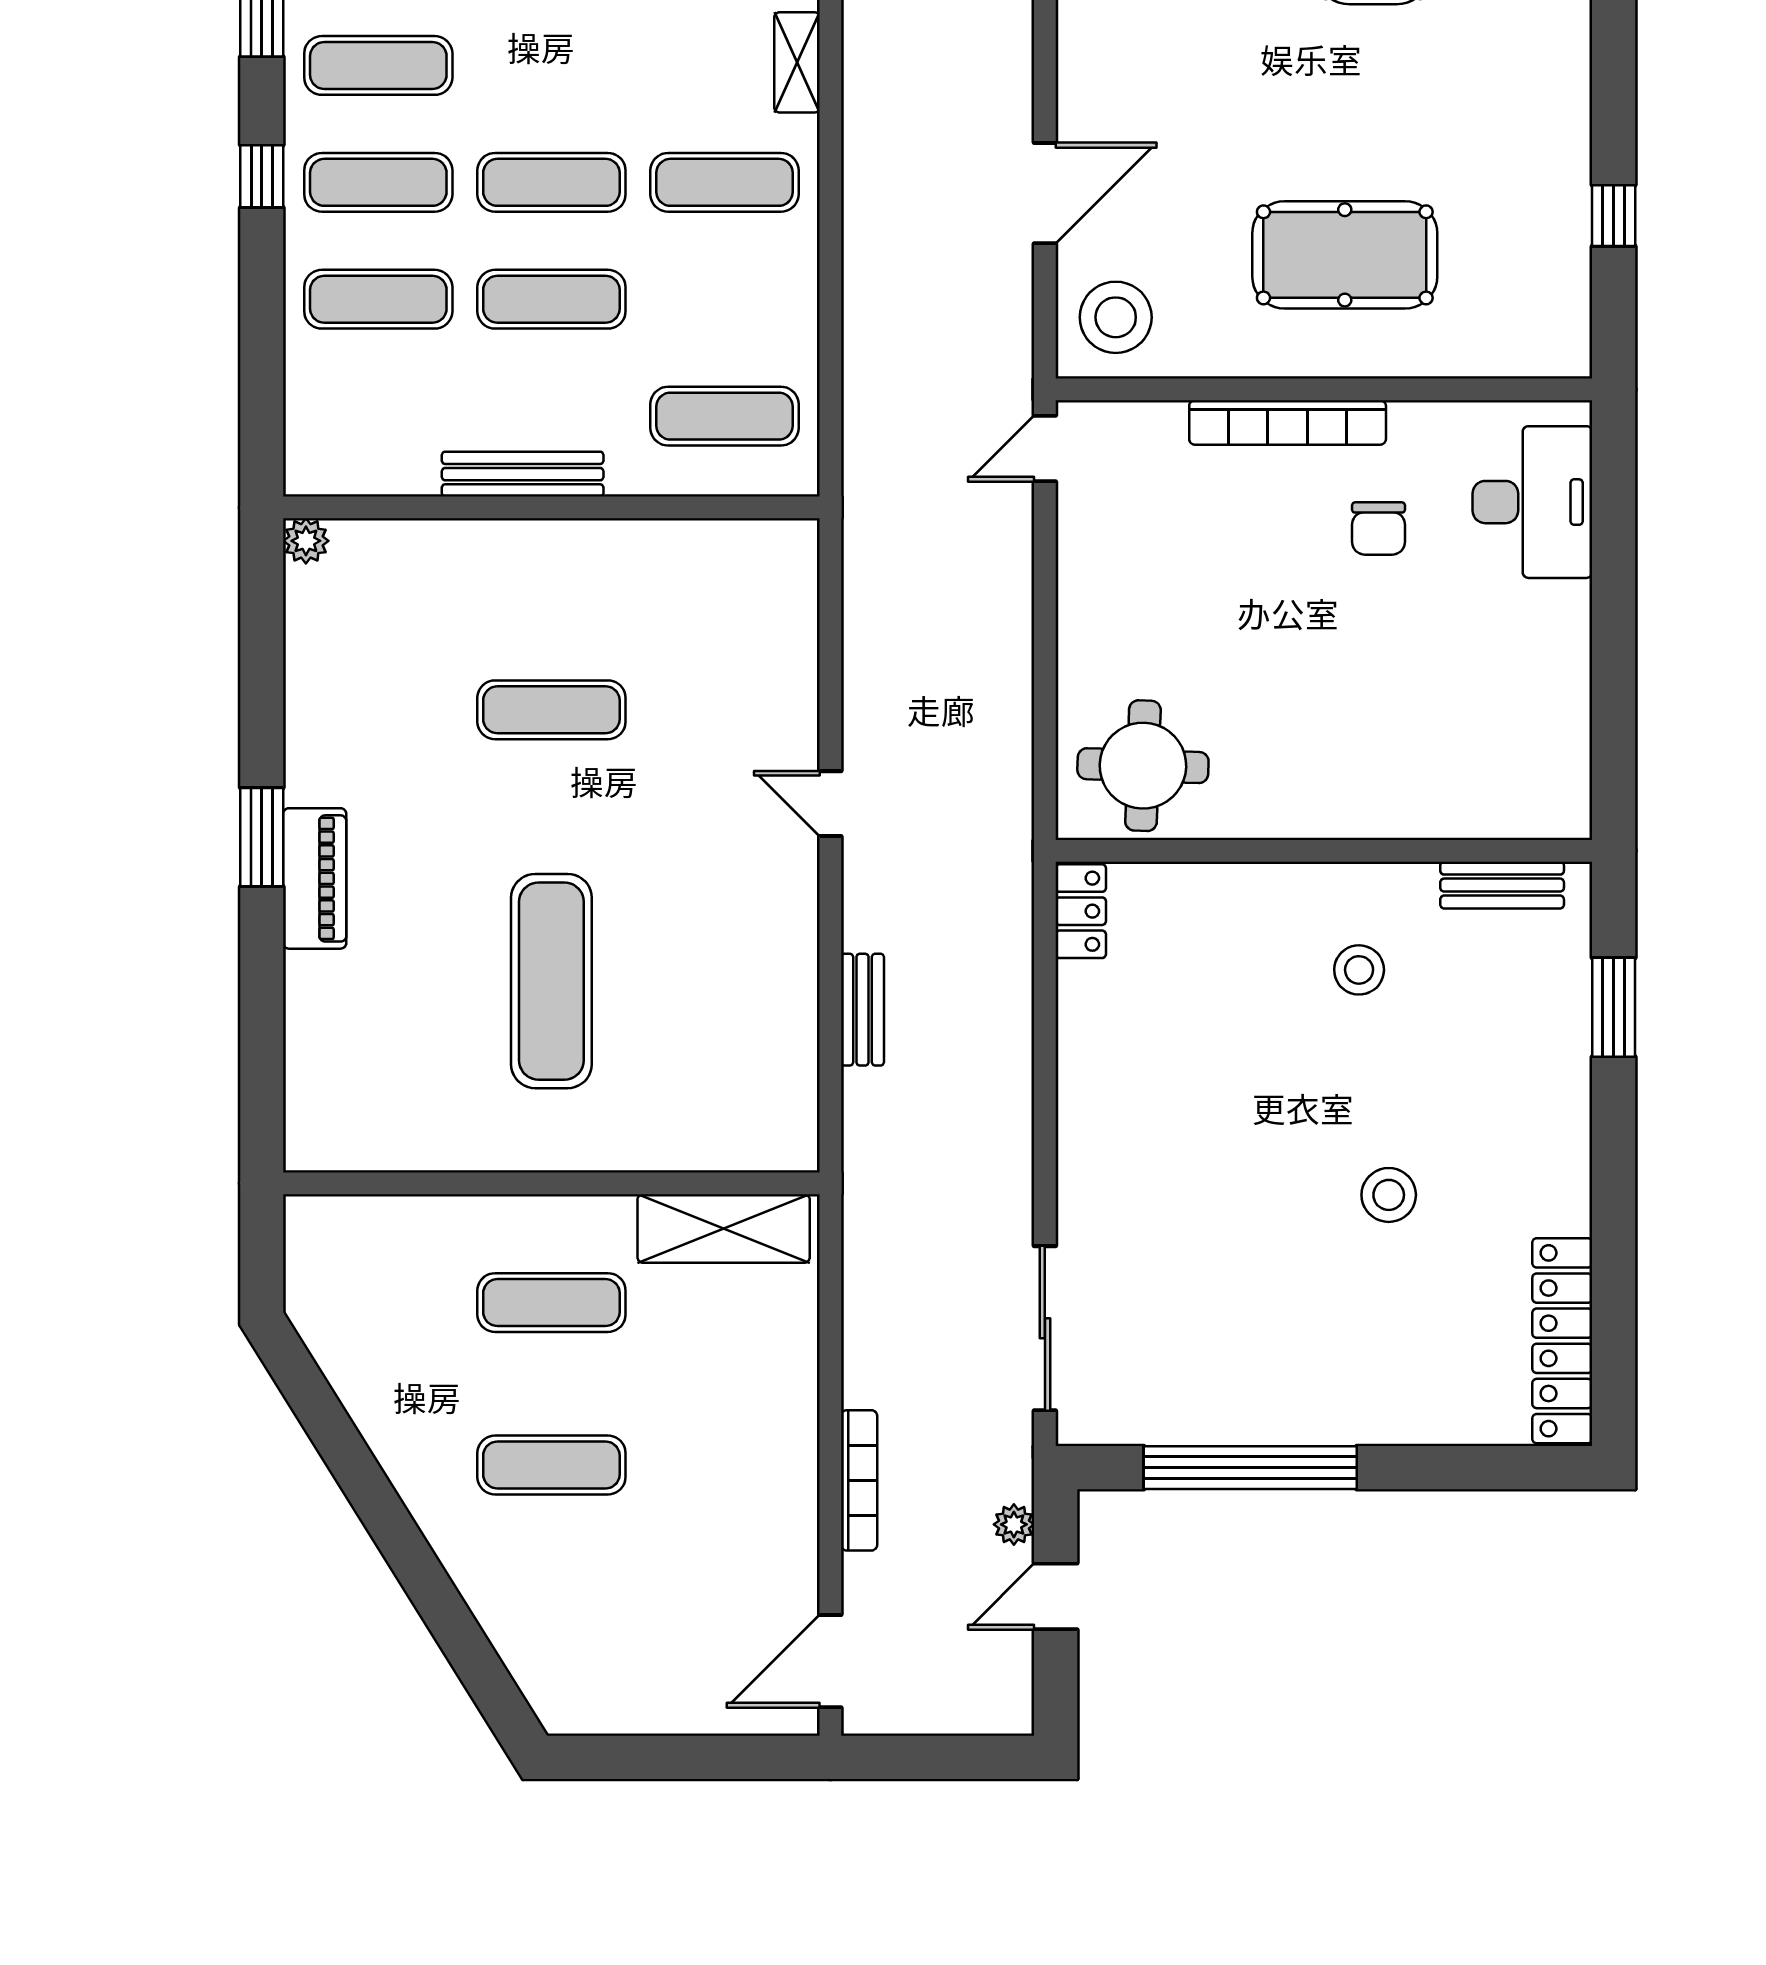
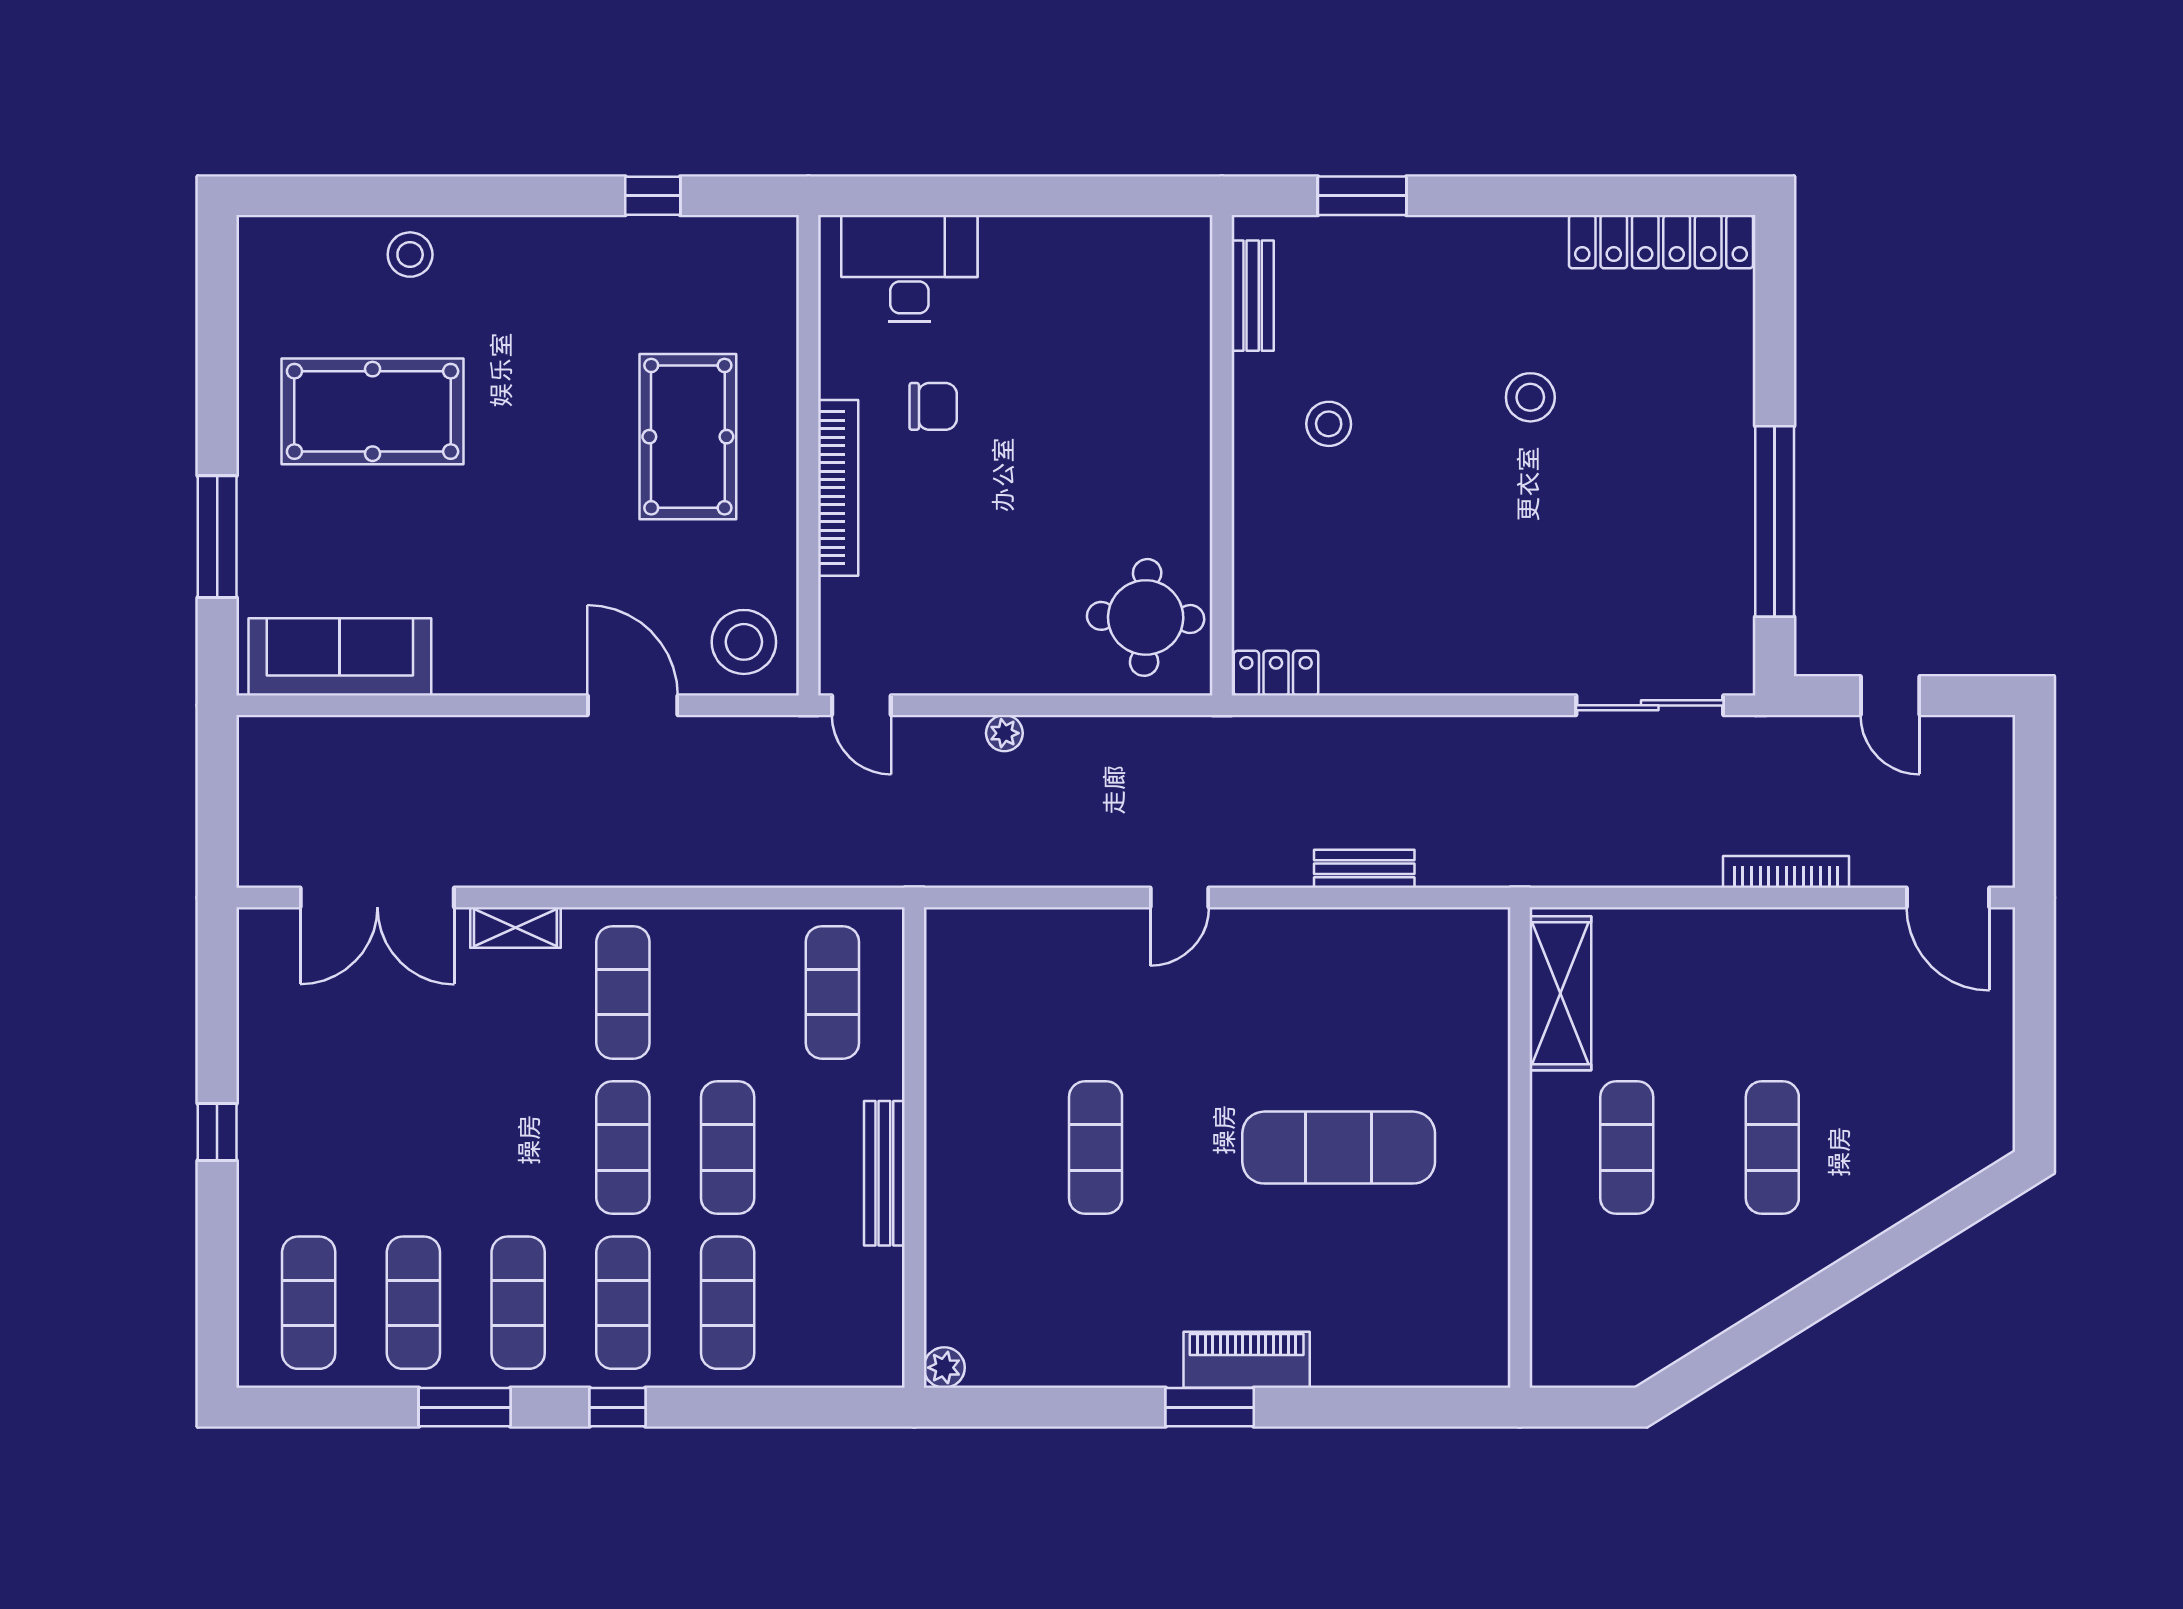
plant: (1014, 1524) -> (1004, 733), moved

